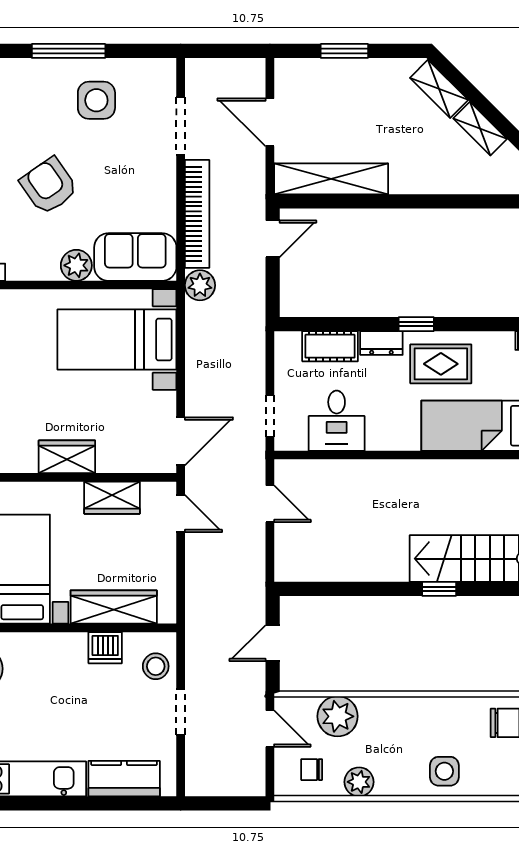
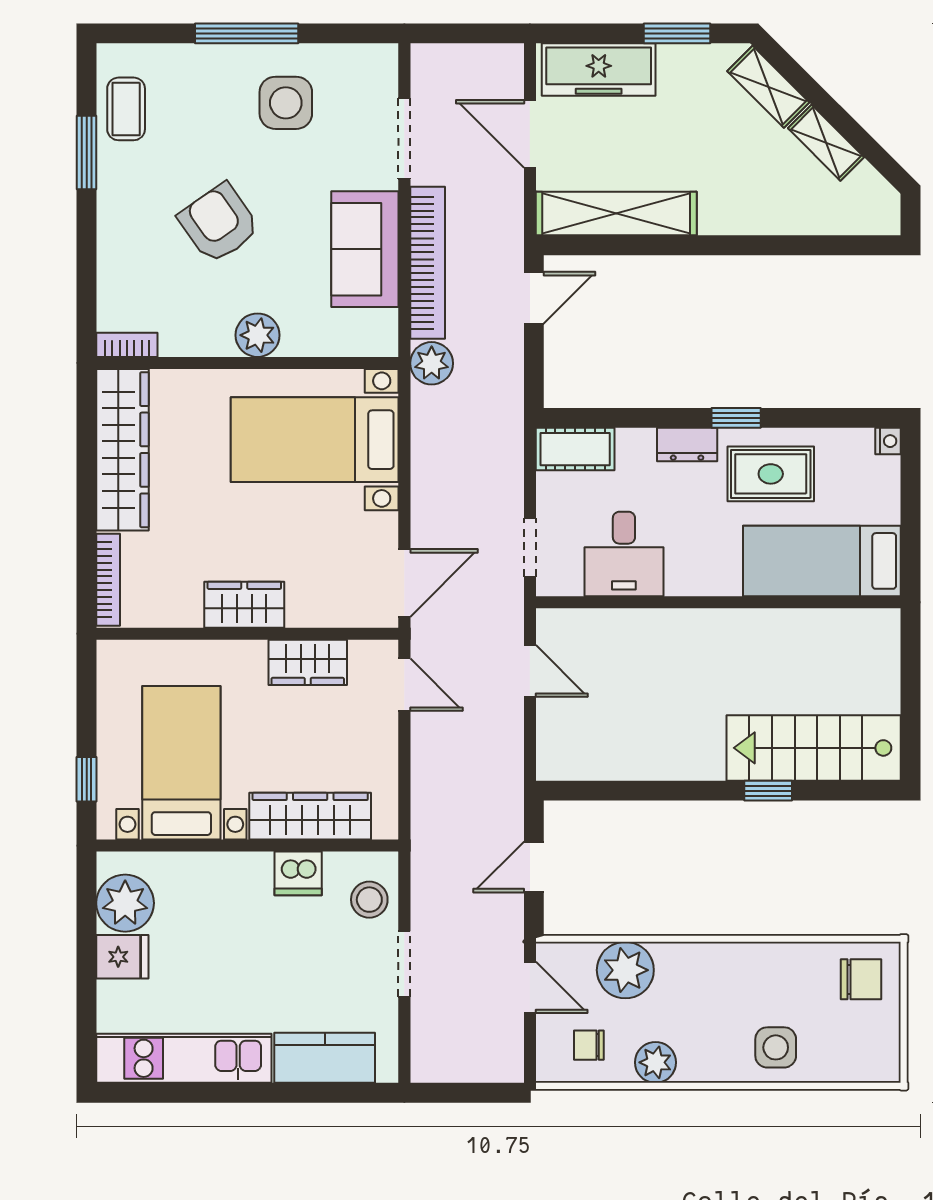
window: (344, 51) -> (677, 33), moved
freezer: (319, 77) -> (599, 70), added
sofa: (135, 257) -> (365, 249), moved, turned -90
cot: (330, 346) -> (575, 449), moved

